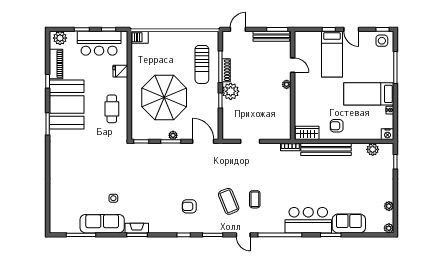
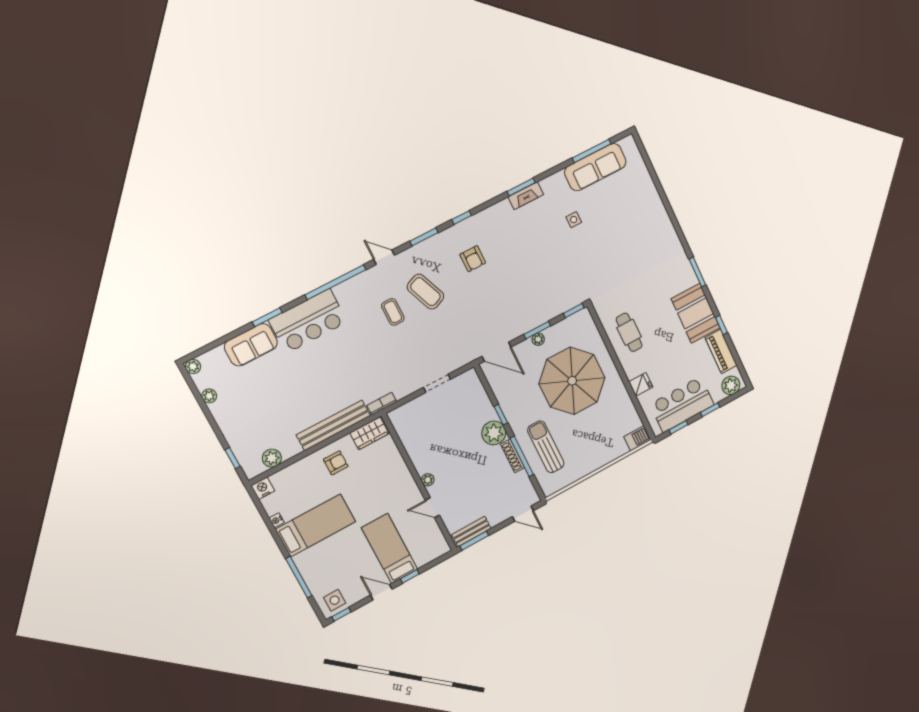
door: (238, 29) -> (523, 514), hinge flipped
bench: (271, 36) -> (471, 532), width x0.73
booth: (67, 104) -> (696, 313), width x0.73, depth x0.70
armchair: (189, 206) -> (473, 259), turned 90
sofa: (102, 224) -> (595, 167), moved

